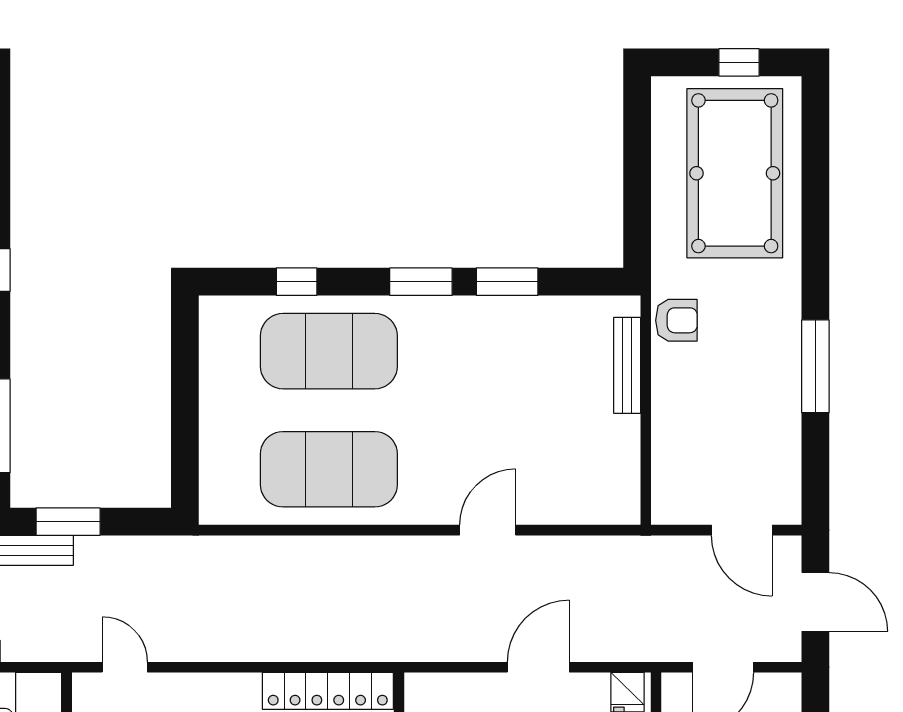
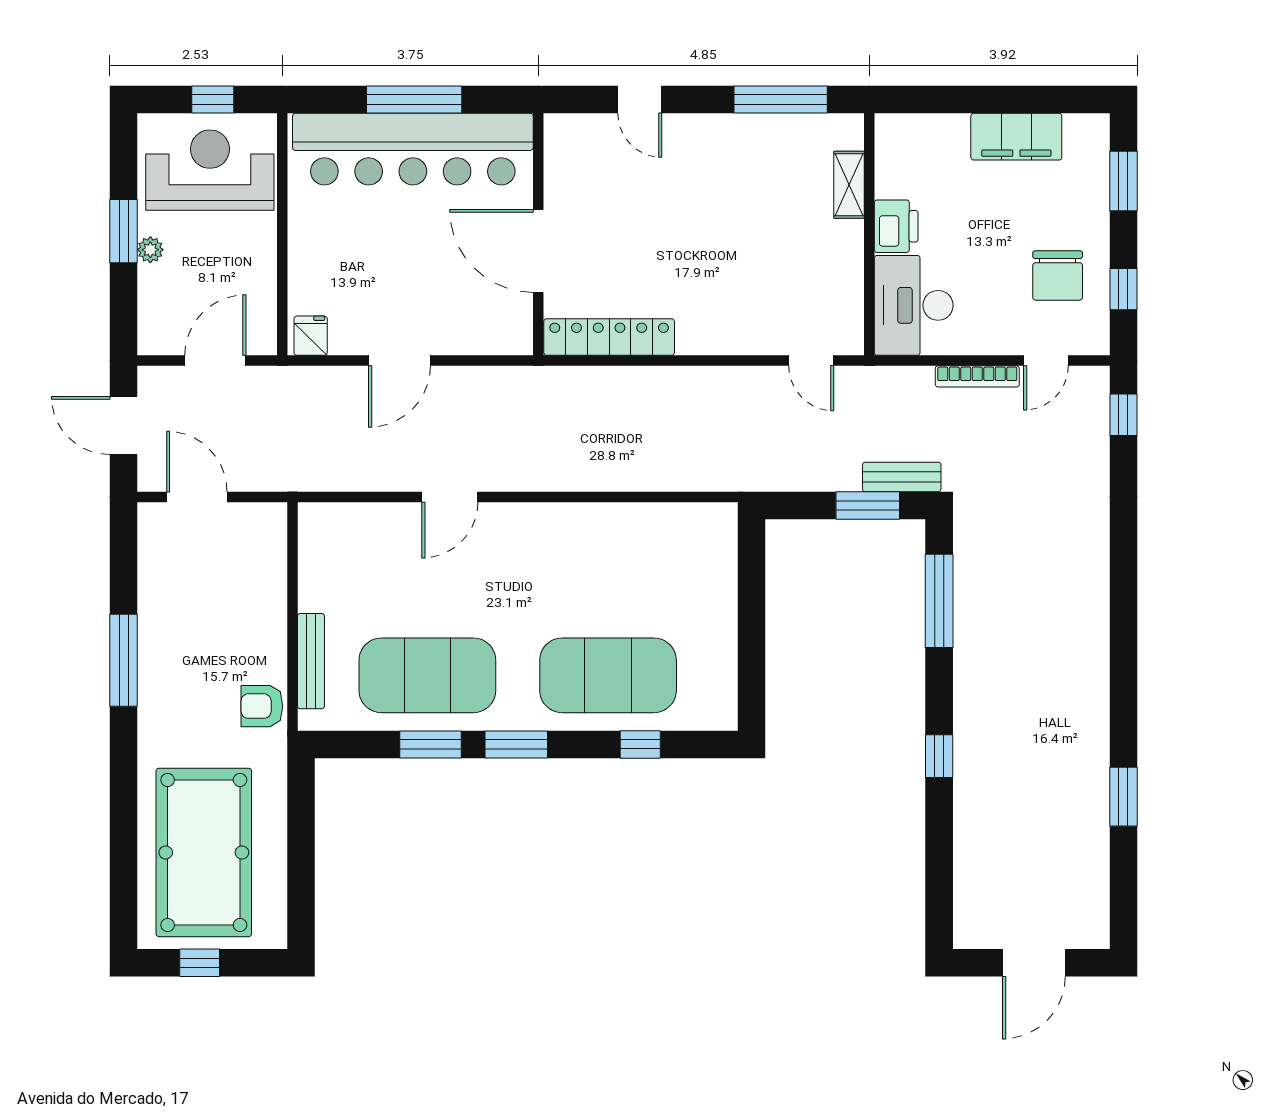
exercise mat: (329, 469) -> (427, 675), moved

